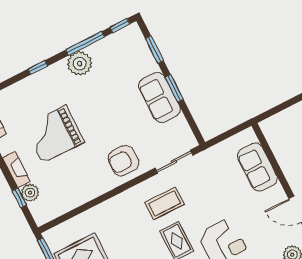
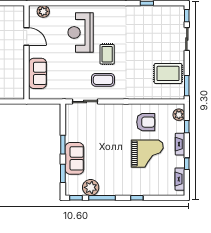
plant: (80, 64) -> (91, 187), moved
sofa: (159, 98) -> (74, 158), moved
armchair: (123, 161) -> (146, 122), moved
plant: (30, 193) -> (179, 115), moved

